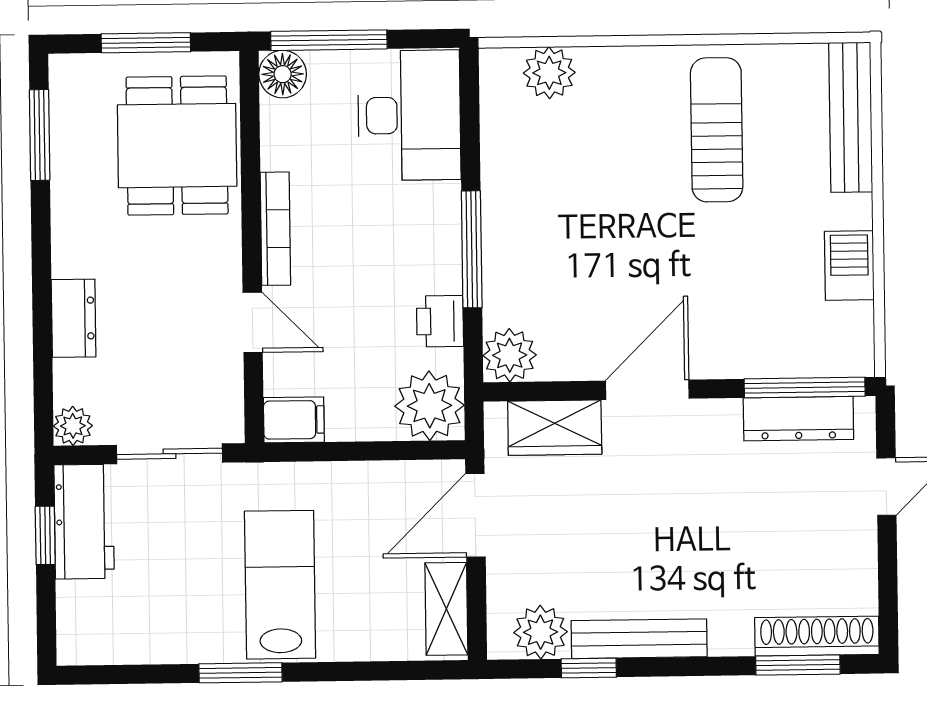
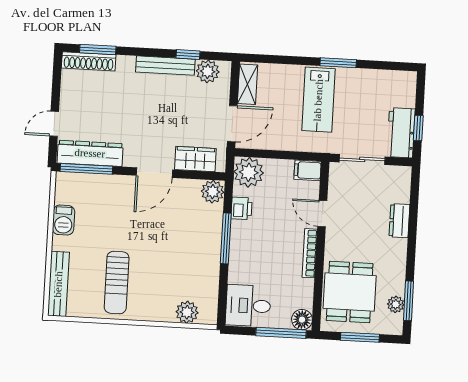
desk: (409, 115) -> (248, 306), width x0.73
dresser: (798, 419) -> (90, 153), width x1.37, depth x1.24
plant: (73, 426) -> (396, 304), moved

